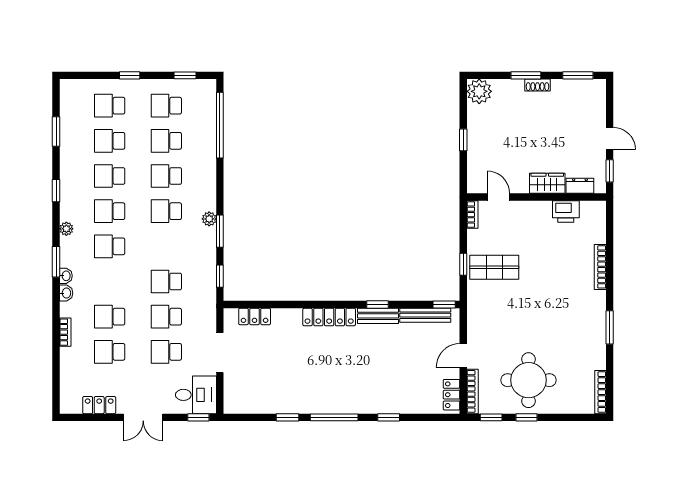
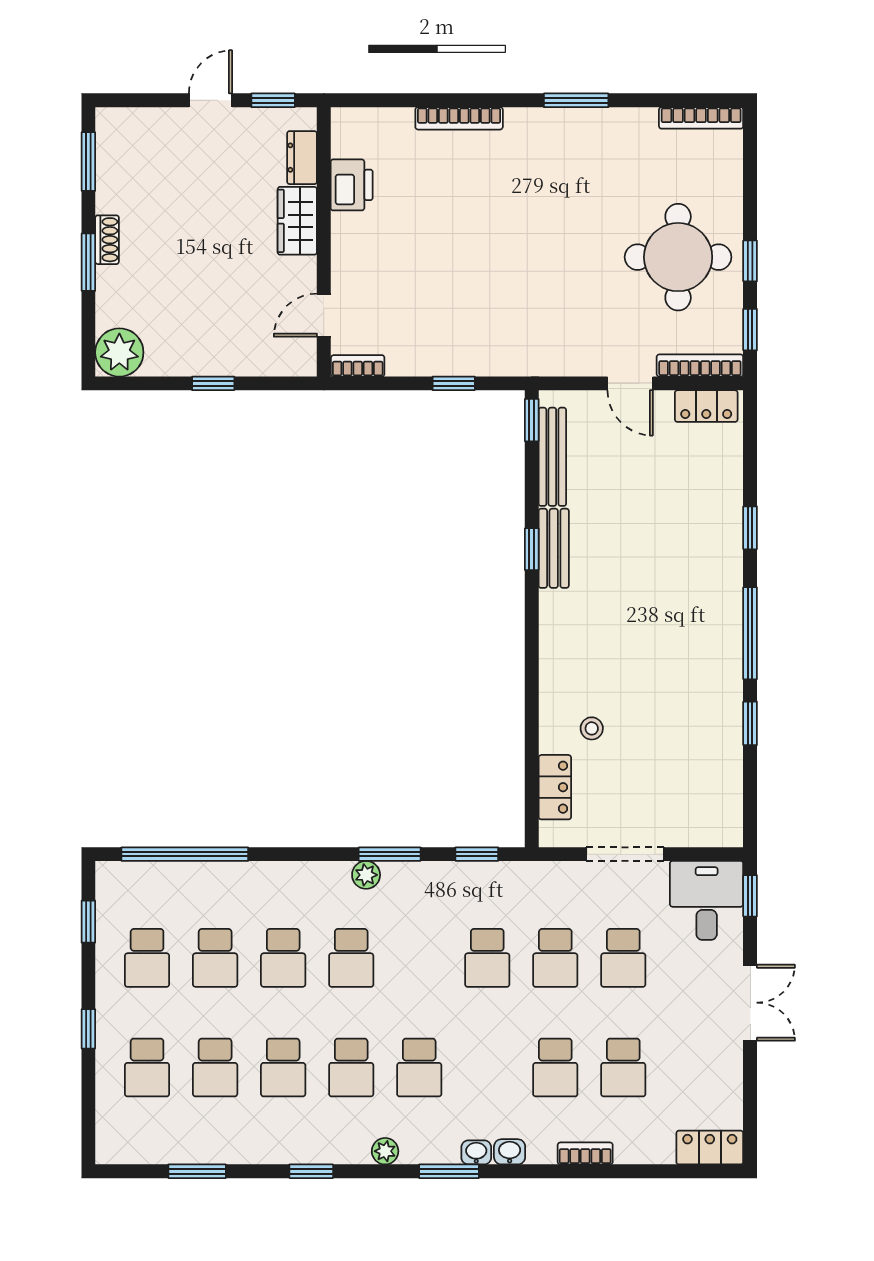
shop shelf: (494, 267) -> (460, 323), removed
locker: (329, 317) -> (556, 643), removed
stool: (285, 336) -> (592, 728), added
locker: (99, 405) -> (710, 1148), moved, turned 90

